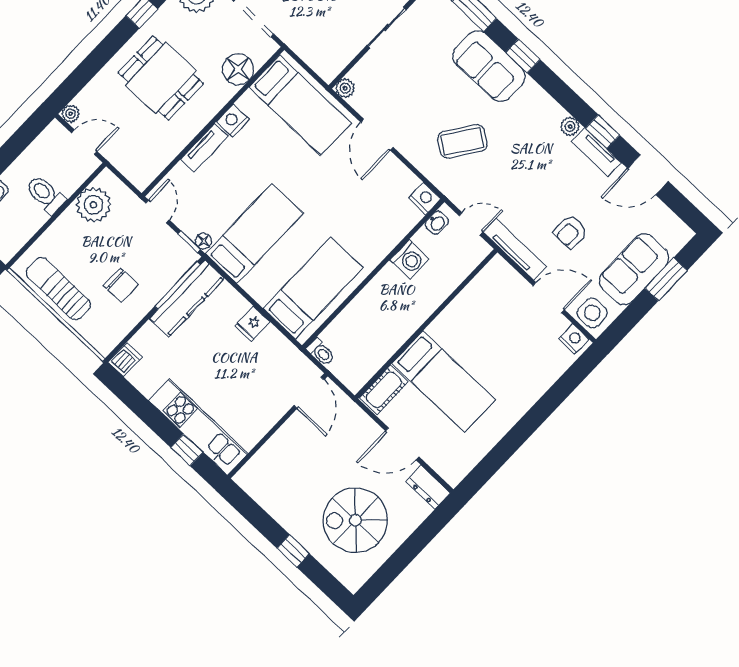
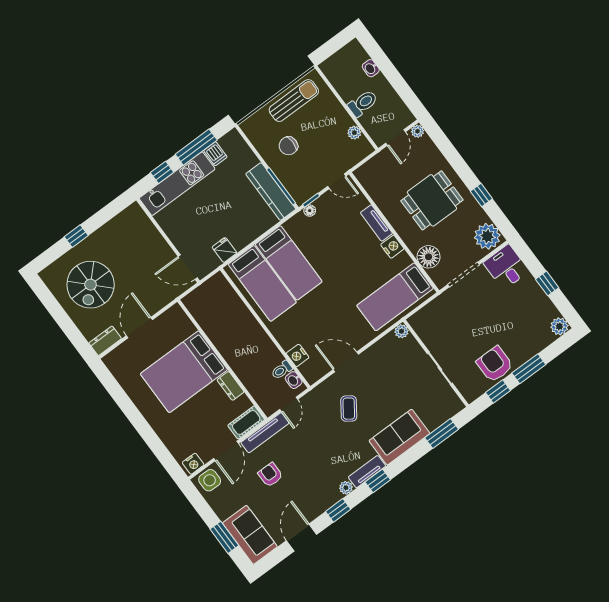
window: (523, 56) -> (378, 481), moved
door: (377, 135) -> (346, 362), moved
coffee table: (462, 141) -> (349, 409), width x0.73, depth x0.77
tv unit: (596, 152) -> (367, 472), moved
nightstand: (425, 199) -> (298, 355), moved, turned 90
plant: (93, 205) -> (354, 133), width x0.53, depth x0.53
bed: (254, 233) -> (289, 263), moved
washing machine: (410, 259) -> (271, 356), removed
sofa: (634, 269) -> (250, 535), moved
dresser: (459, 307) -> (230, 386), added
fridge: (252, 324) -> (224, 250), moved
toilet: (321, 352) -> (282, 370), moved
dishwasher: (125, 360) -> (215, 154), moved
bed: (444, 381) -> (184, 372), width x1.50
cot: (384, 390) -> (246, 422), moved, turned 90
window: (144, 410) -> (196, 147), added
spiral stairs: (356, 520) -> (91, 285), turned 180

